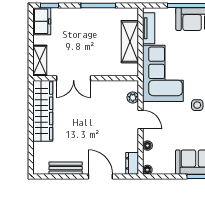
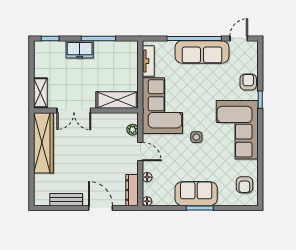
freezer: (42, 21) -> (80, 49), moved, turned 90
shelving: (130, 42) -> (117, 100), moved, turned 90
dresser: (132, 163) -> (132, 190), width x1.44

